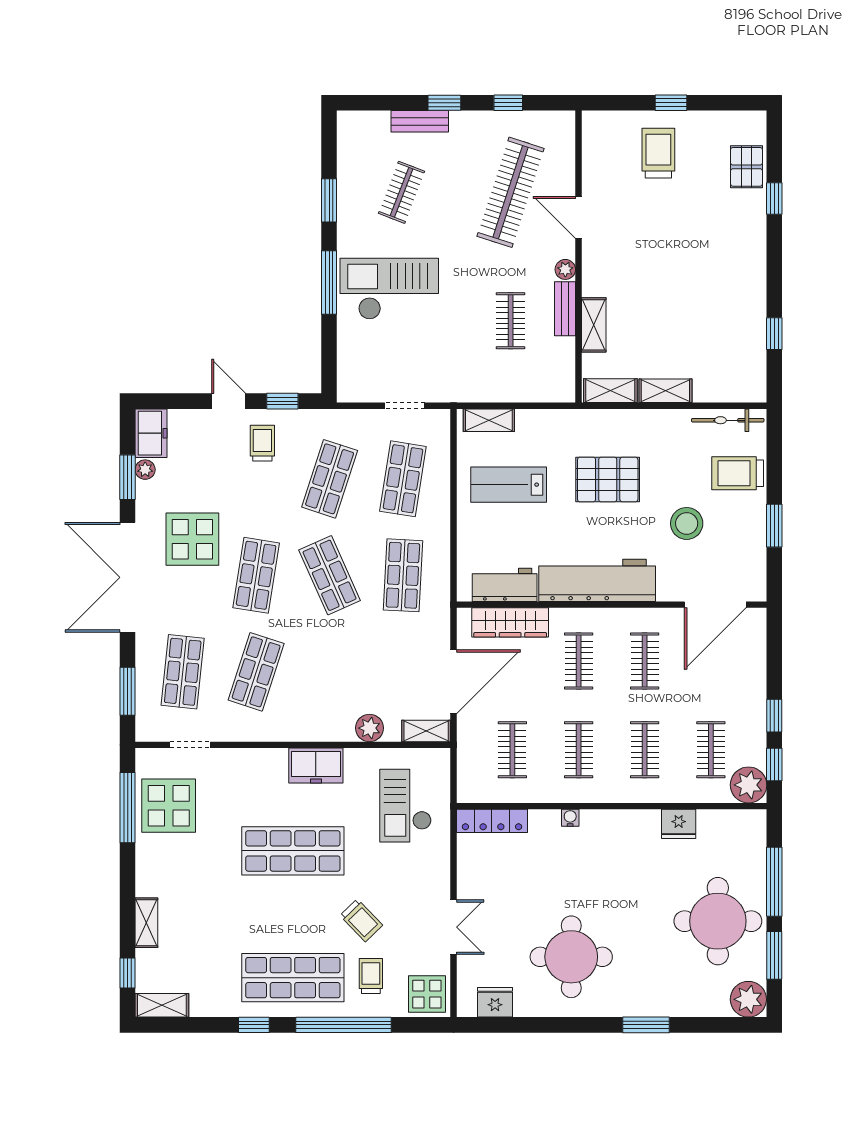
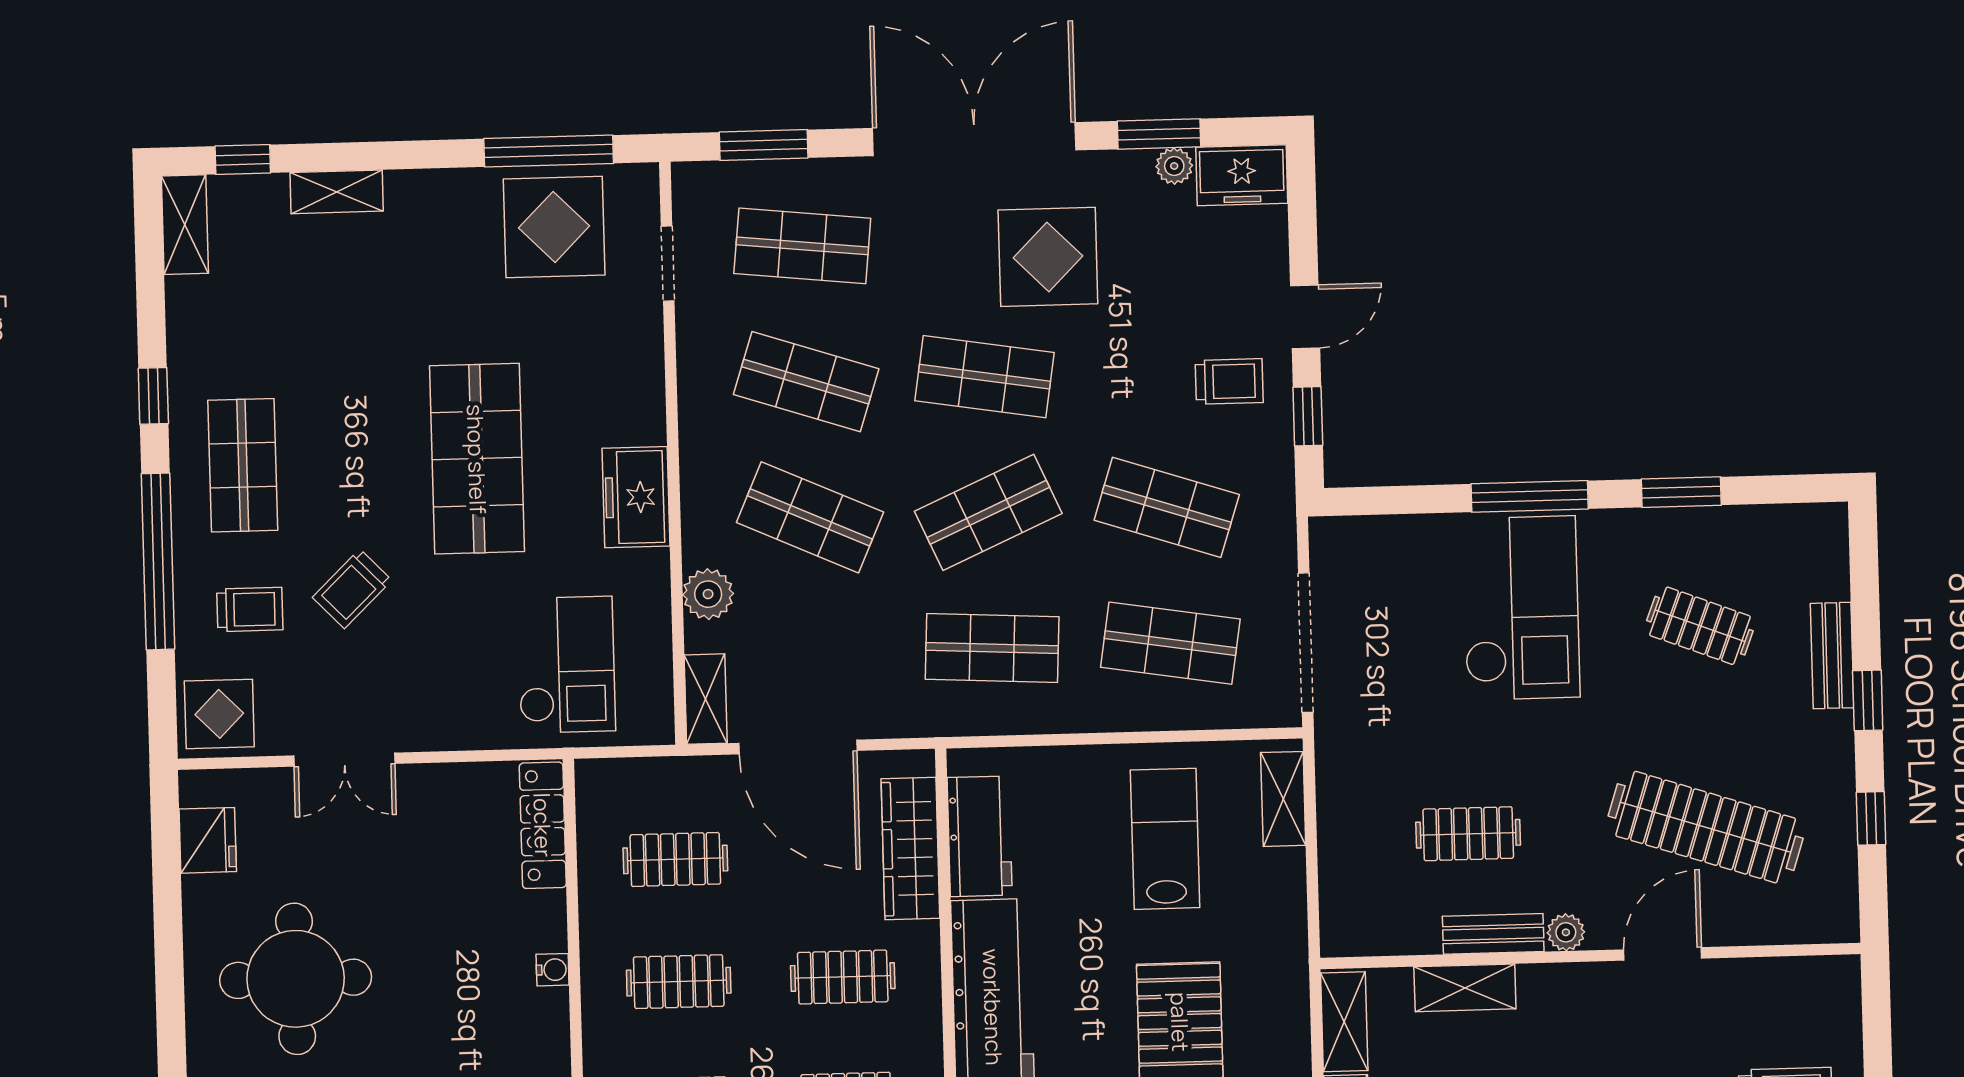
doorway: (405, 406) -> (1306, 643), width x1.87
shop shelf: (330, 672) -> (810, 517), added
checkout: (406, 806) -> (566, 665), turned 90
shop shelf: (293, 978) -> (243, 465), width x0.70, depth x0.74

